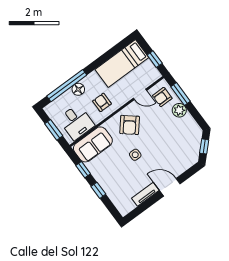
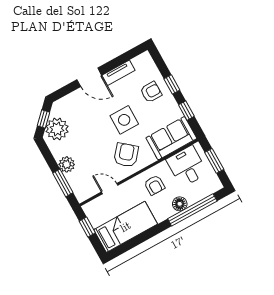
armchair: (162, 97) -> (151, 92), moved
plant: (191, 139) -> (57, 129), added
side table: (135, 155) -> (124, 120), width x1.87, depth x1.87

